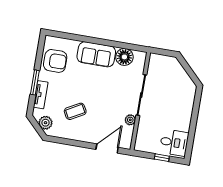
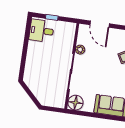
floor lamp: (124, 57) -> (76, 103), moved
door: (107, 148) -> (100, 24), hinge flipped

